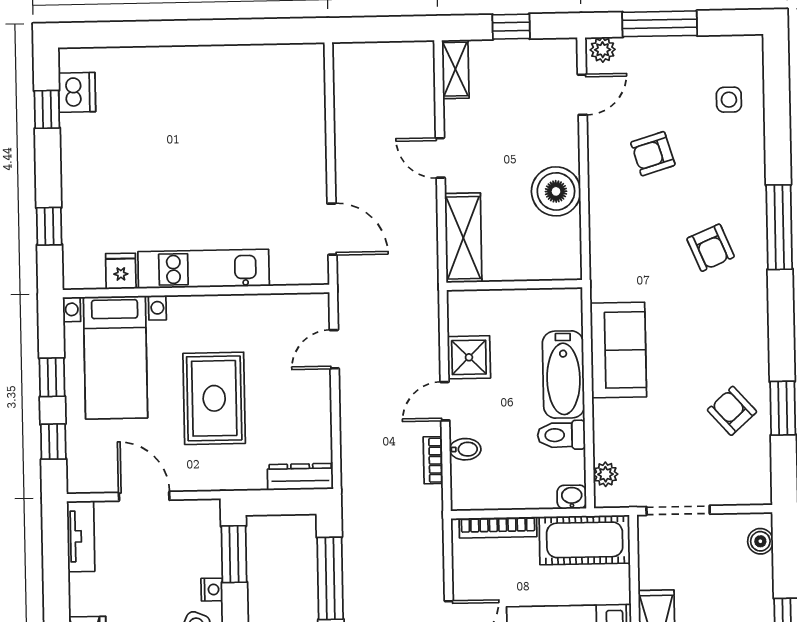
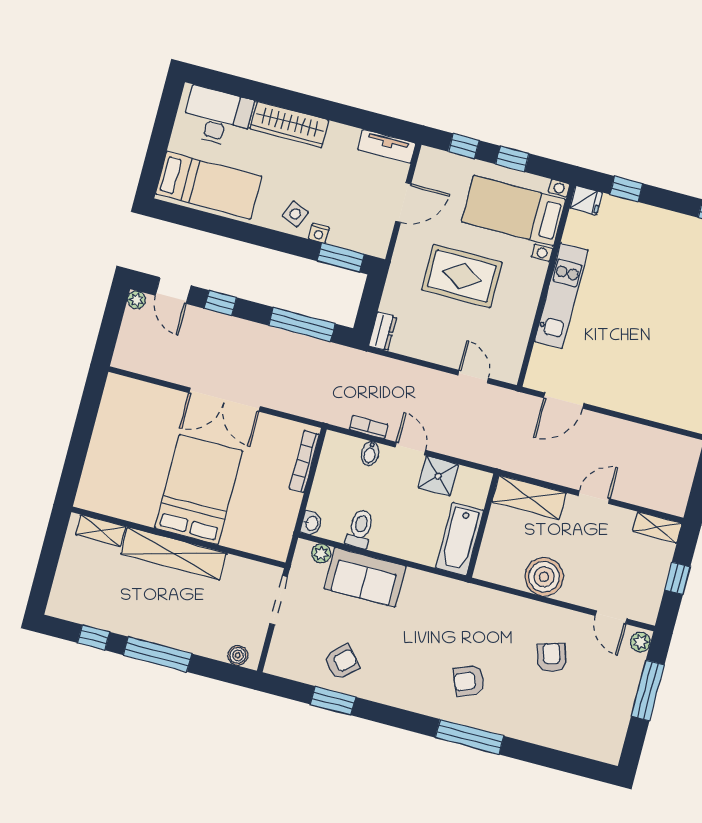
side table: (729, 100) -> (576, 726), removed
fridge: (121, 271) -> (586, 200), moved
sofa: (618, 350) -> (365, 577), moved
bathtub: (563, 375) -> (460, 539), moved, turned -90
dresser: (300, 477) -> (383, 331), width x0.70
cot: (585, 540) -> (276, 524), removed

